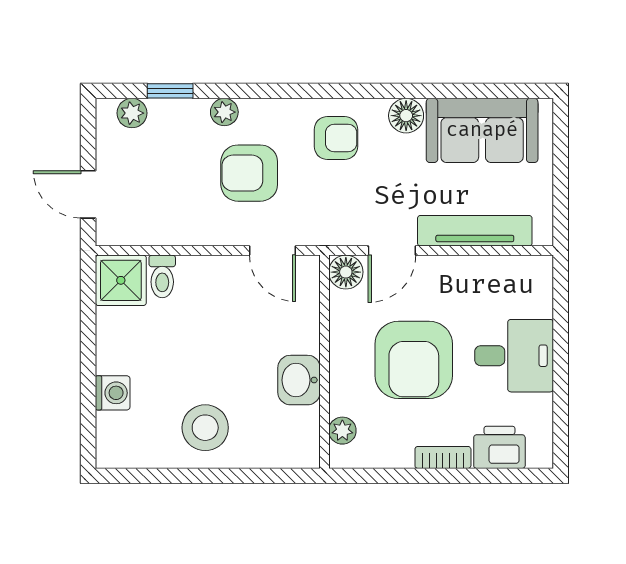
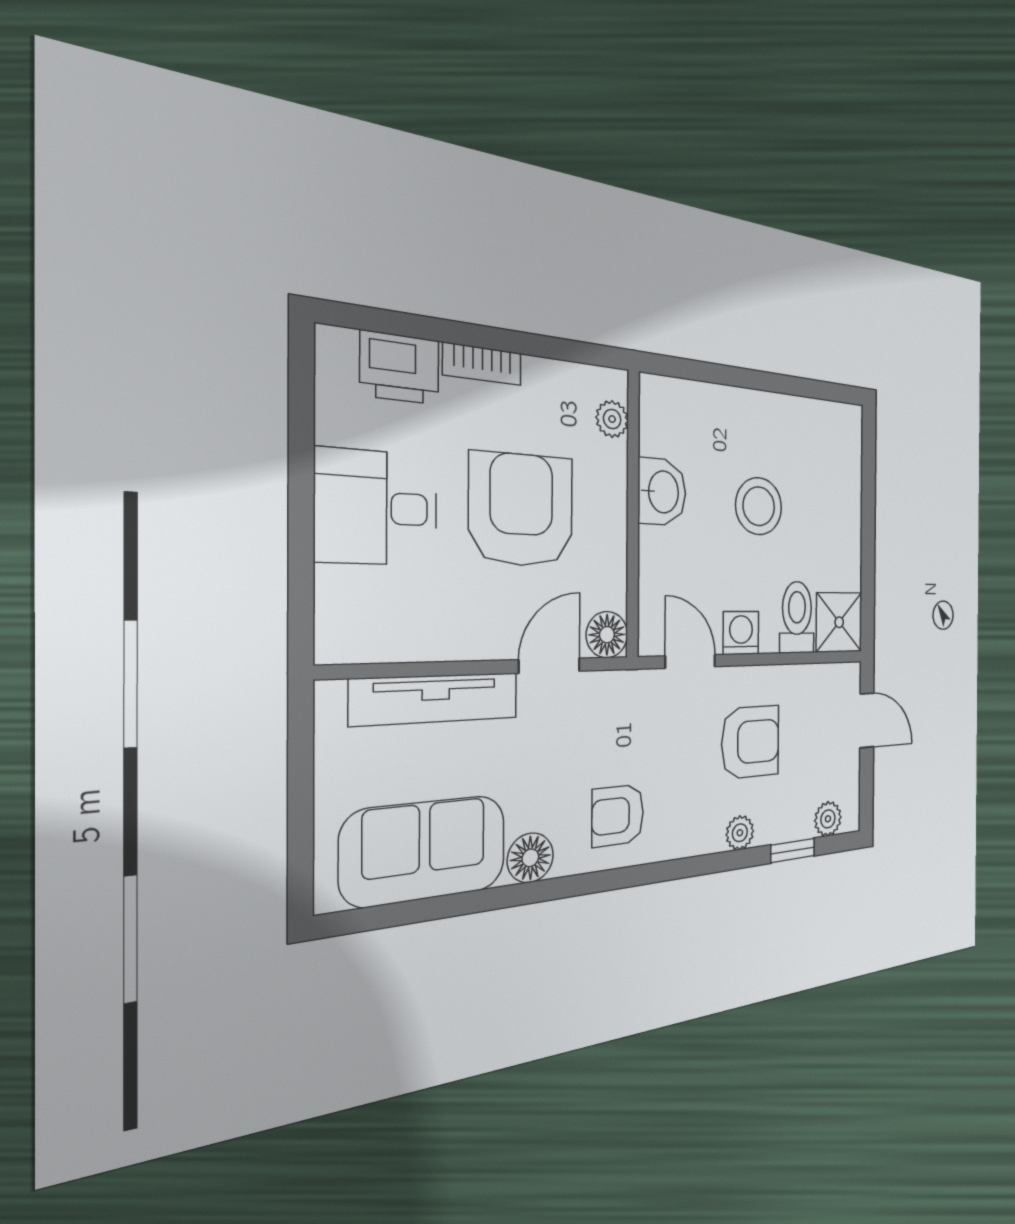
armchair: (249, 173) -> (750, 742), moved
toilet: (162, 276) -> (797, 617), width x1.37, depth x1.39
washing machine: (113, 393) -> (741, 633), moved, turned 90
stool: (205, 428) -> (759, 506), moved

